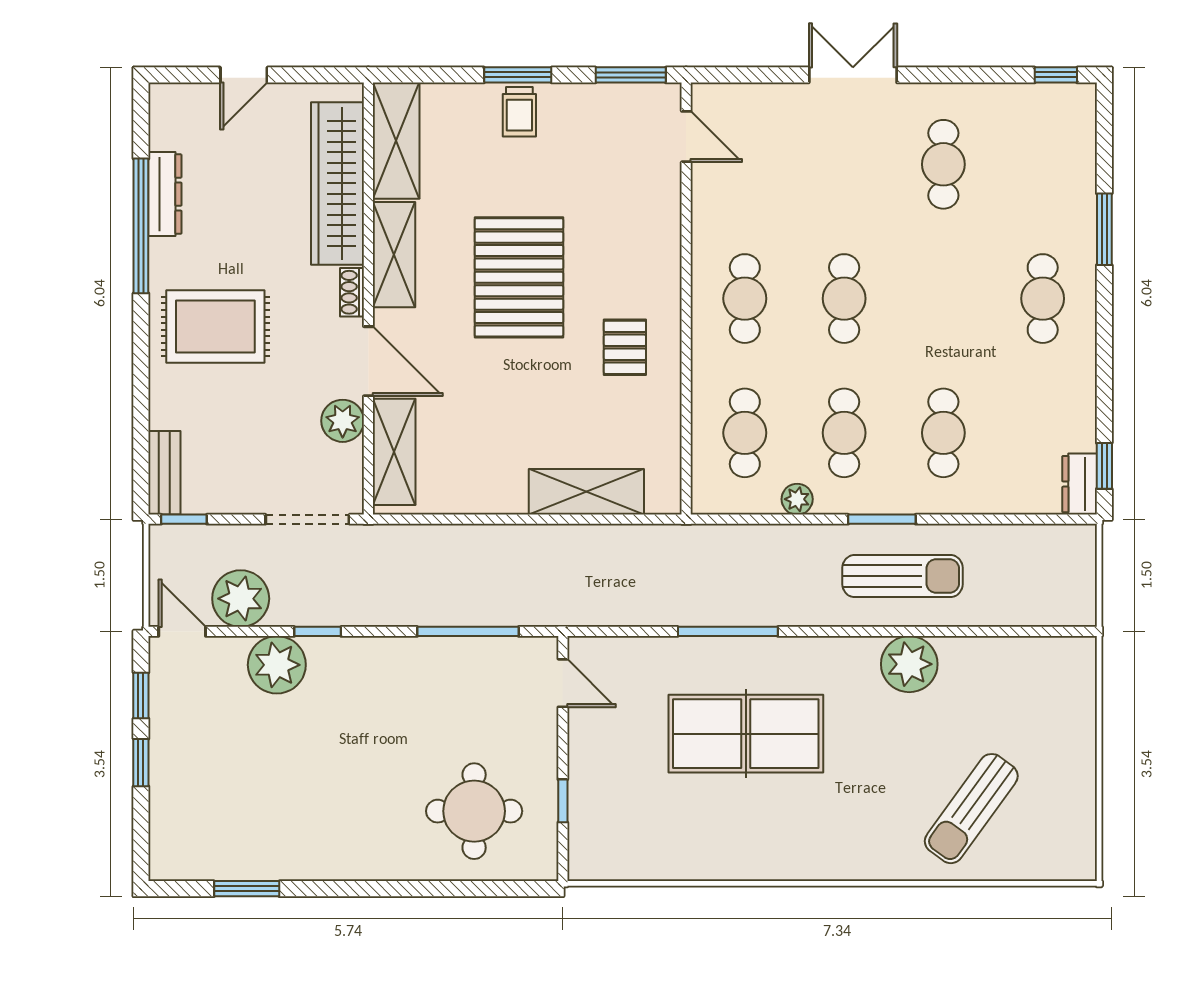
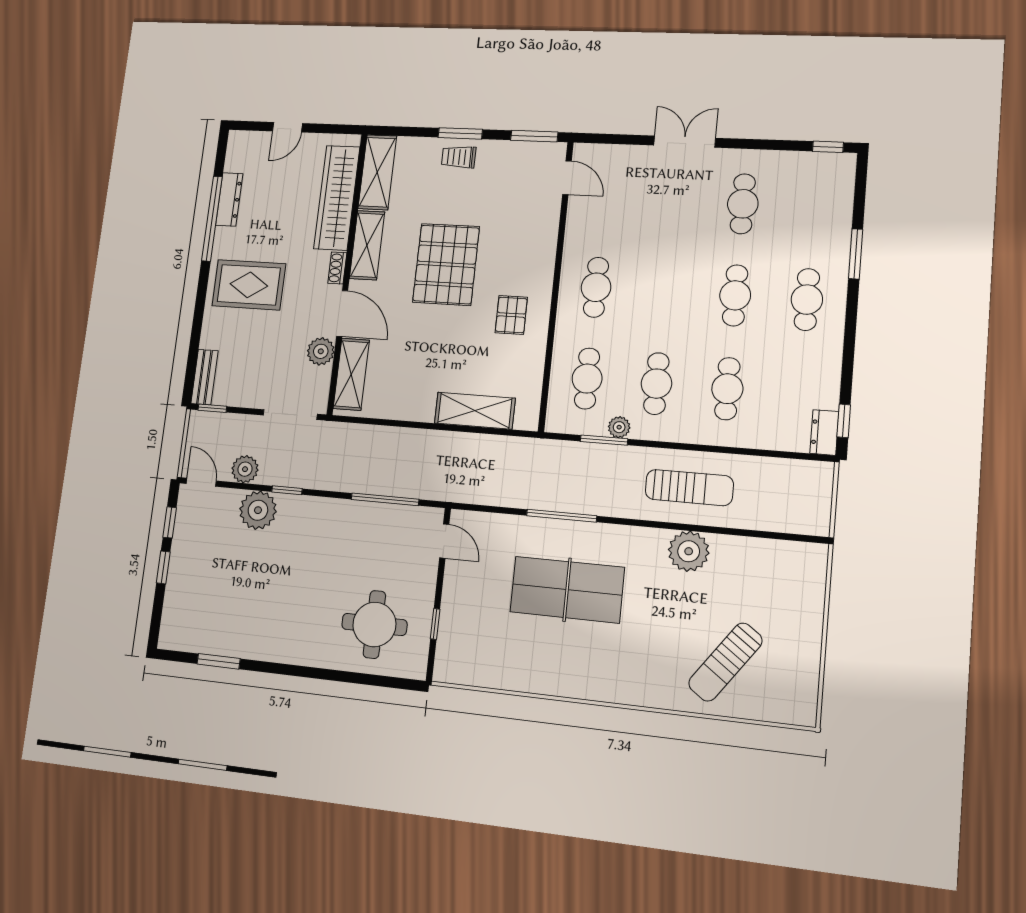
trolley: (519, 112) -> (459, 157), turned 90
cafe table: (844, 299) -> (735, 295), moved
window: (882, 519) -> (604, 440), moved
plant: (241, 599) -> (245, 469), width x0.73, depth x0.73

